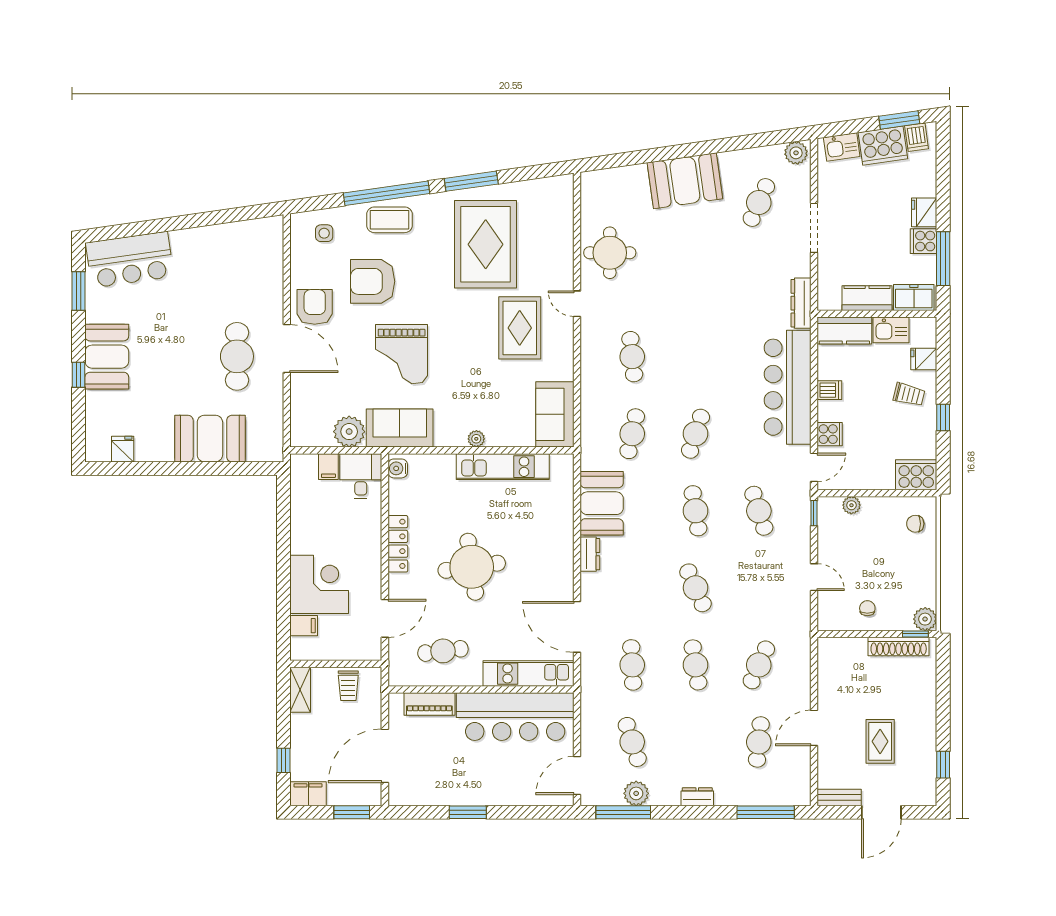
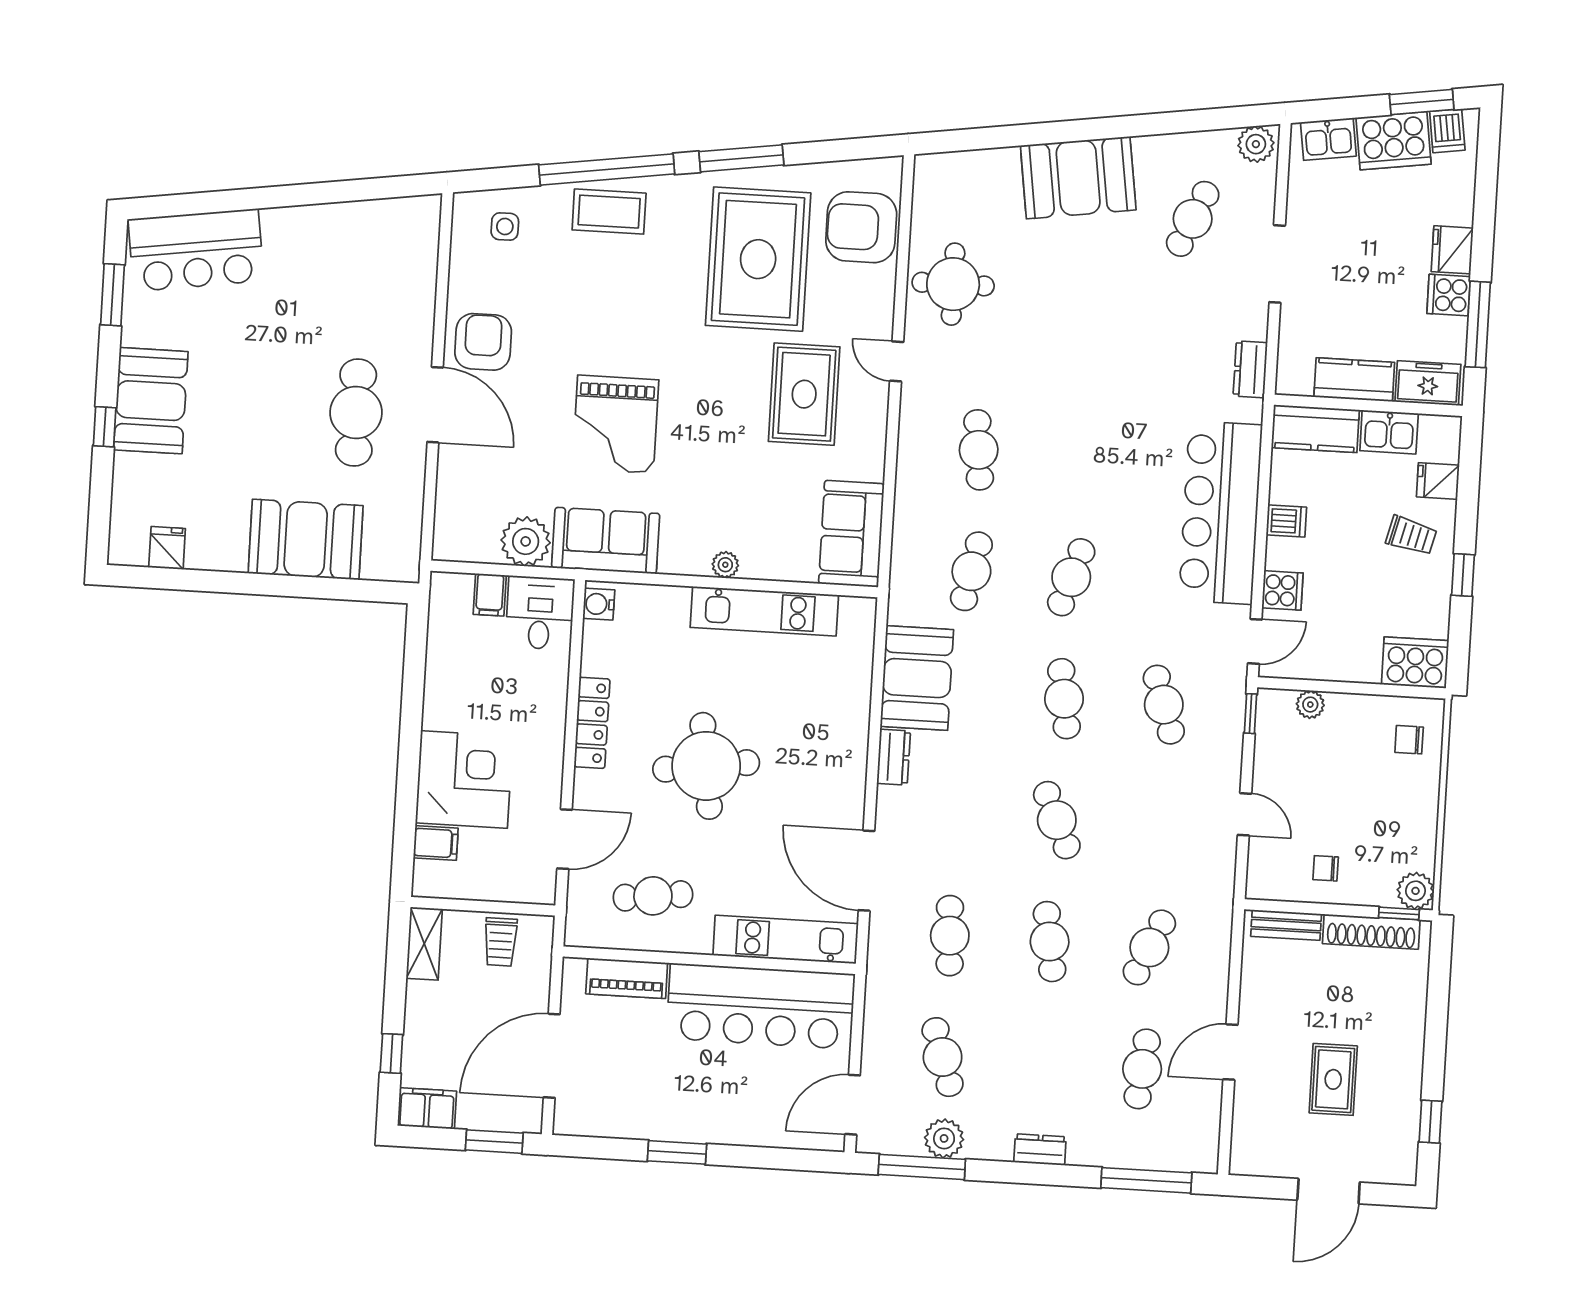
armchair: (373, 281) -> (861, 227), moved
dresser: (801, 303) -> (1250, 369), width x0.70
chair: (867, 608) -> (1326, 868), turned -90
bench: (839, 797) -> (1286, 925), moved

